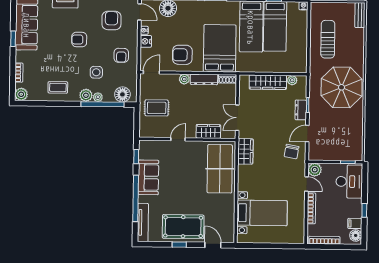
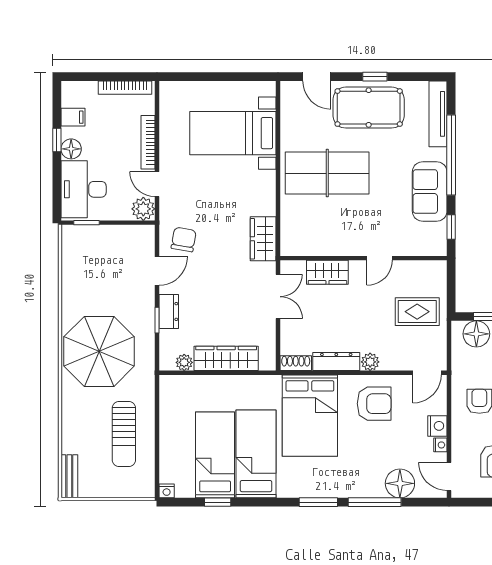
table tennis table: (220, 169) -> (327, 173), moved, turned 90
floor lamp: (356, 235) -> (71, 149), moved

